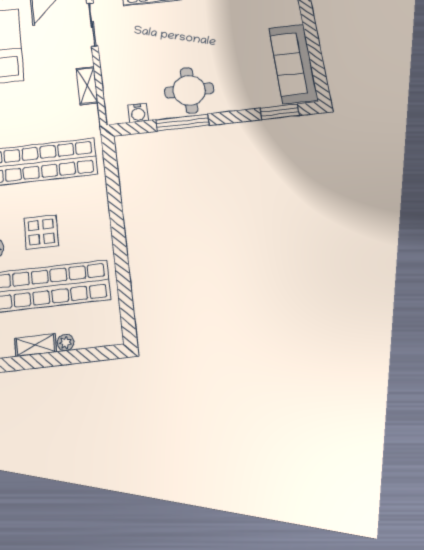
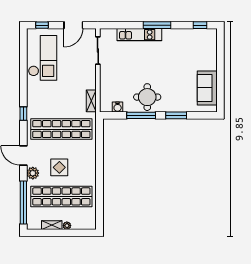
sofa: (293, 64) -> (207, 88), width x0.73
shelving: (87, 86) -> (91, 101), moved
window: (280, 112) -> (176, 115), moved

